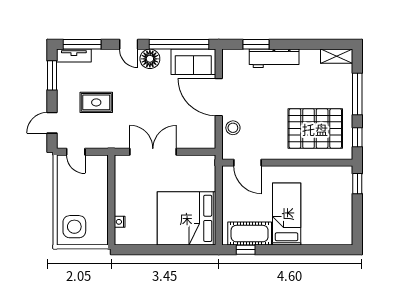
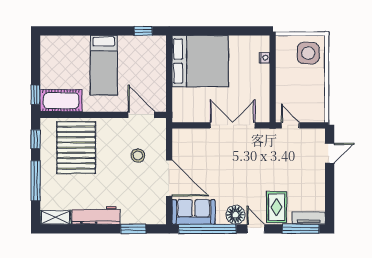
workbench: (274, 58) -> (96, 215), moved
window: (52, 75) -> (330, 199), removed
rug: (96, 102) -> (277, 207), moved, turned 90
stool: (233, 128) -> (138, 155), moved
pallet: (315, 129) -> (76, 148), turned 90
door: (76, 152) -> (290, 125), moved
double door: (153, 152) -> (232, 125), swing flipped
cot: (250, 234) -> (61, 101), moved

